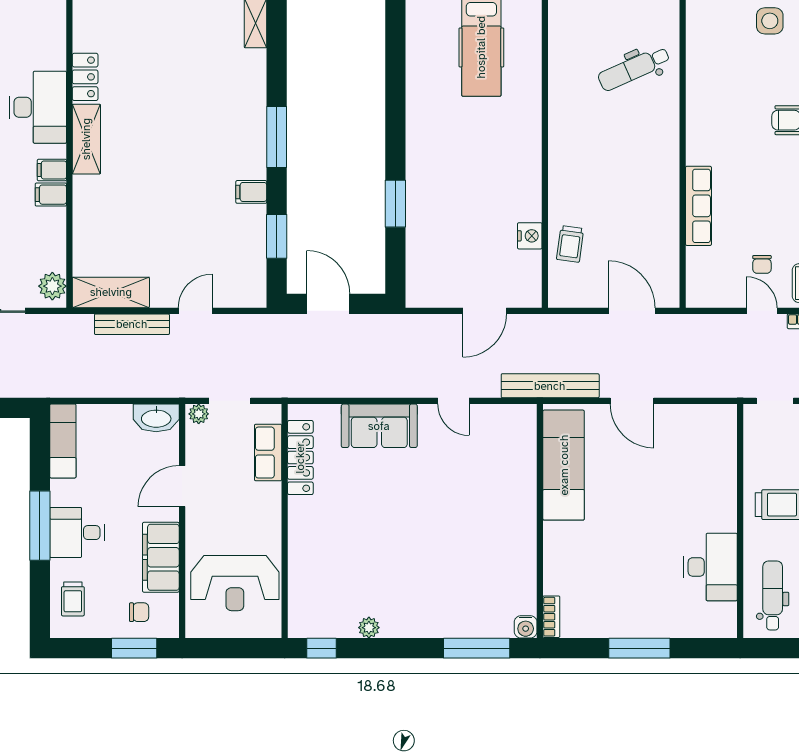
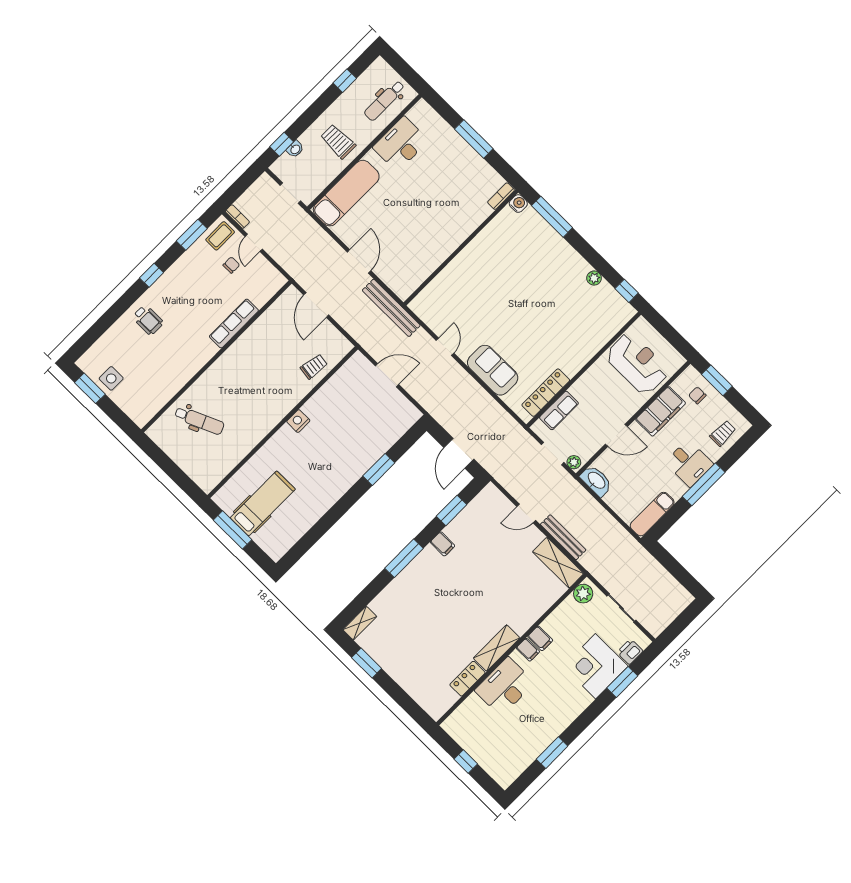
nightstand: (530, 236) -> (298, 421), moved
exam couch: (564, 465) -> (346, 193), moved, turned 180

